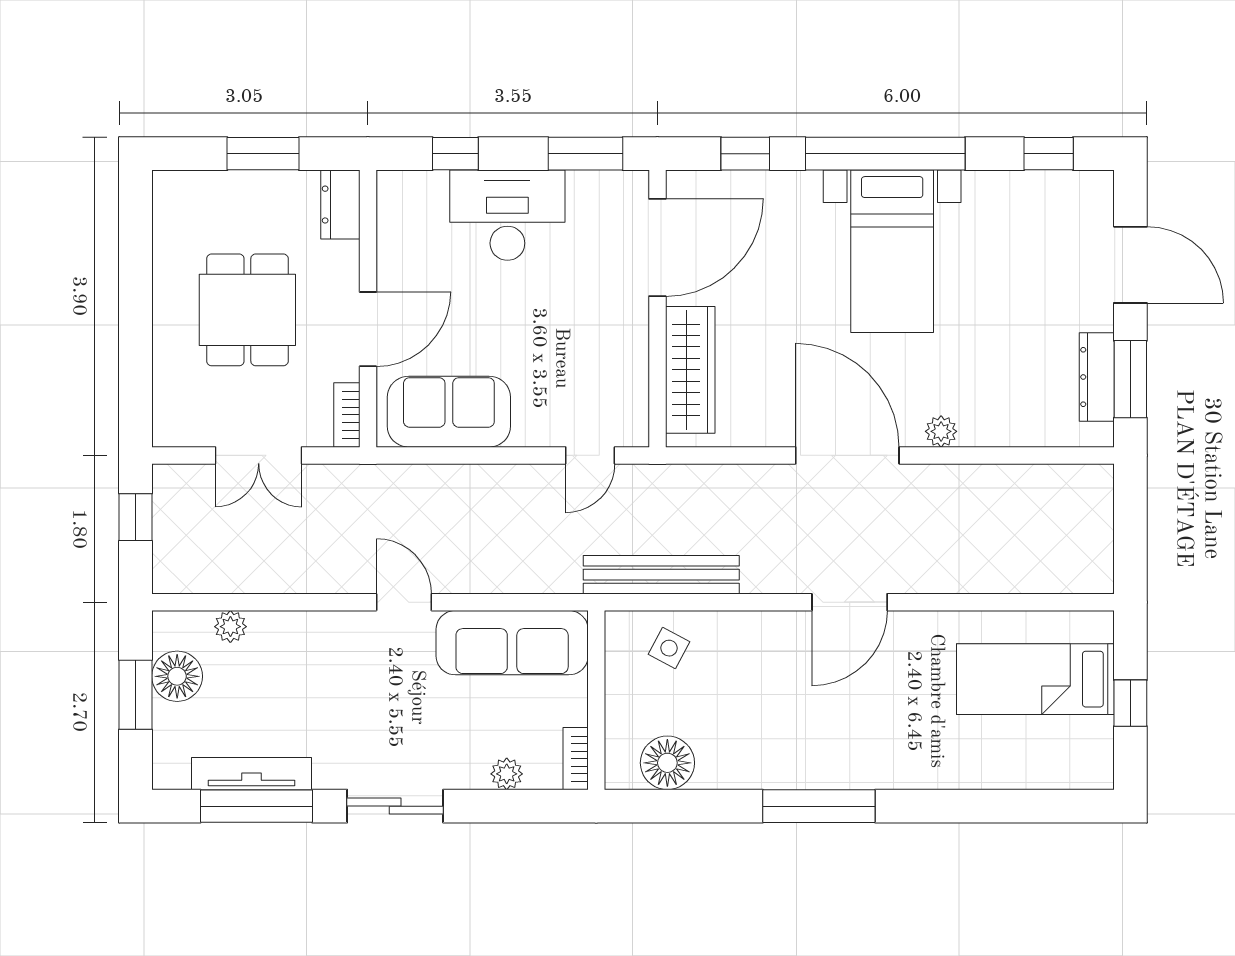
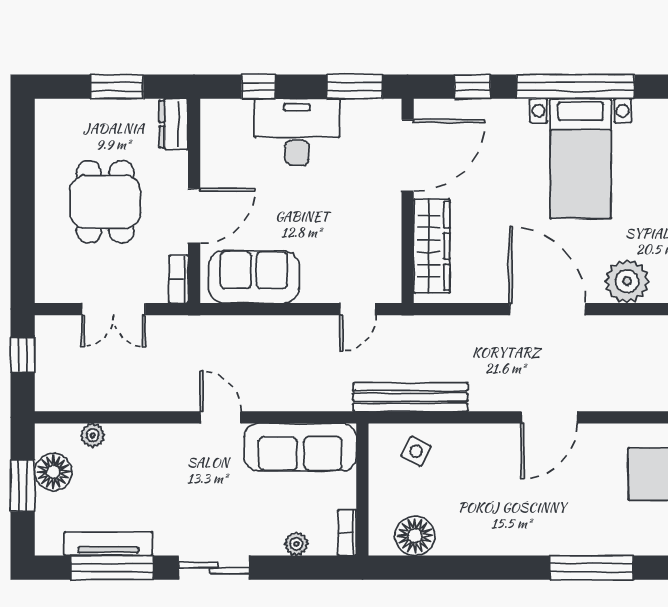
plant: (941, 431) -> (627, 281), width x1.87, depth x1.87
window: (819, 806) -> (591, 568), moved

